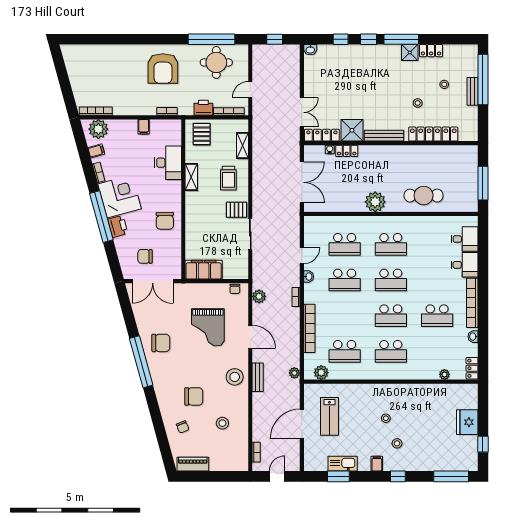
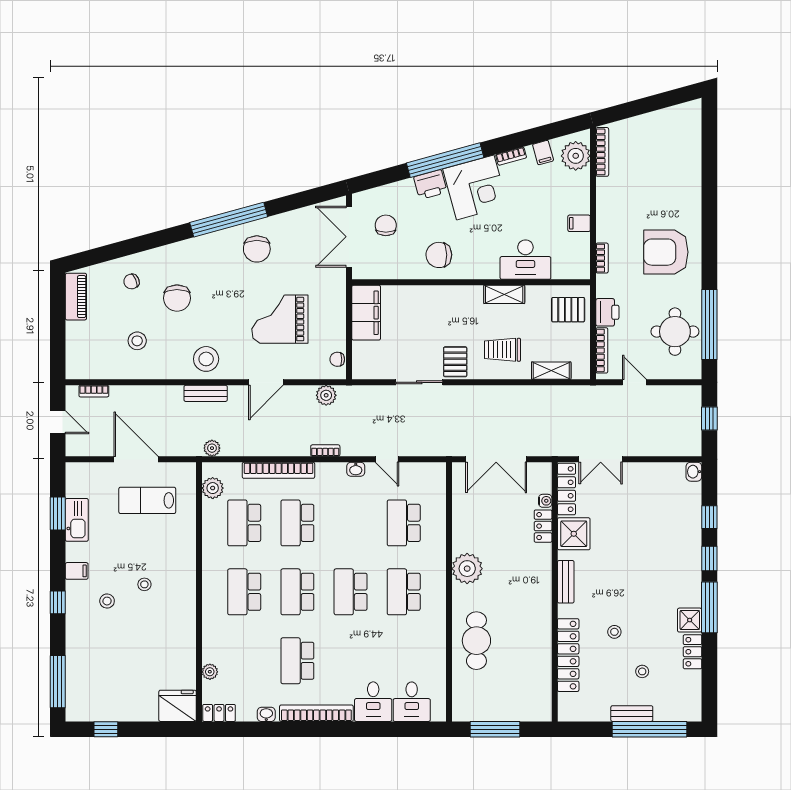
bench: (384, 136) -> (566, 582), width x0.73
school desk: (345, 280) -> (297, 523), moved
fridge: (467, 422) -> (178, 706), moved

